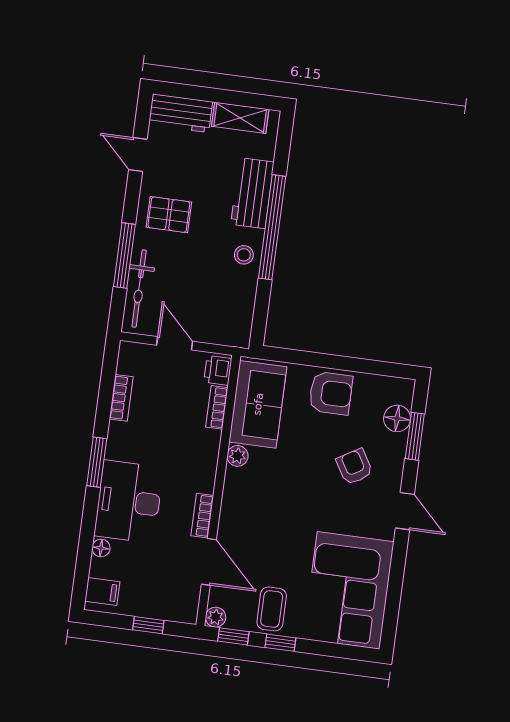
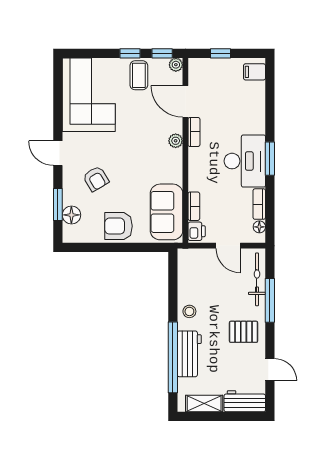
window: (272, 227) -> (173, 357), moved
plant: (237, 456) -> (176, 141), moved
desk: (129, 502) -> (245, 161), moved
floor lamp: (101, 548) -> (259, 227), moved

